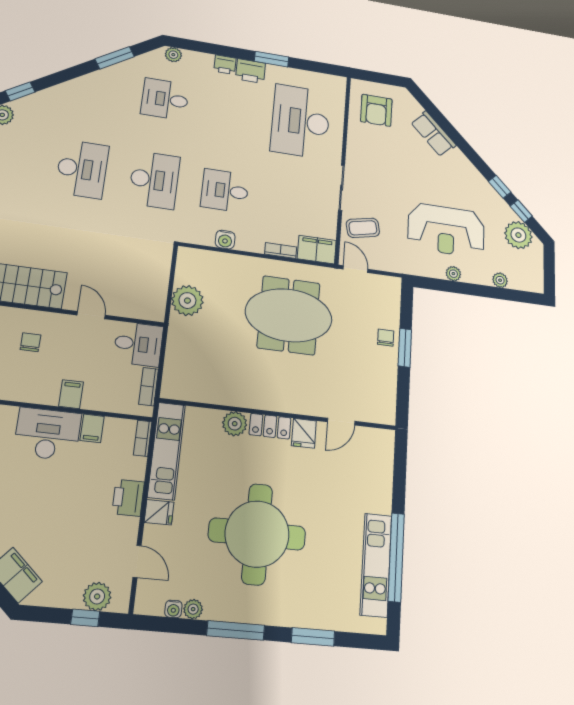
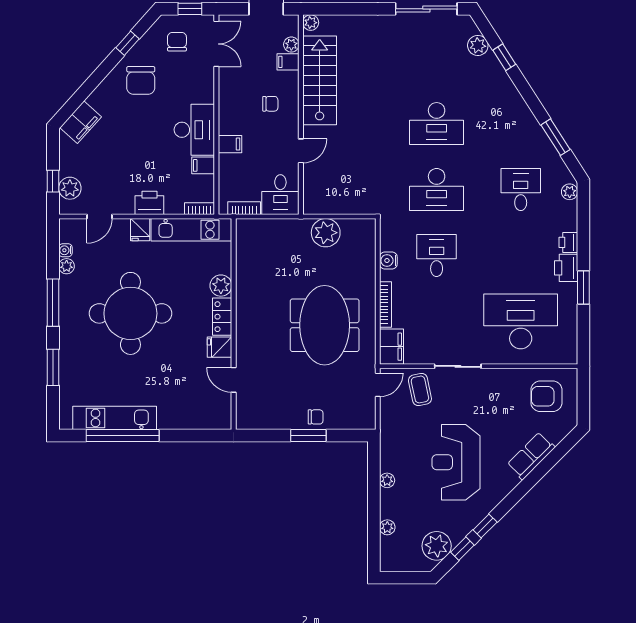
reception desk: (446, 230) -> (456, 462), moved
bookcase: (281, 250) -> (386, 304), width x1.56

